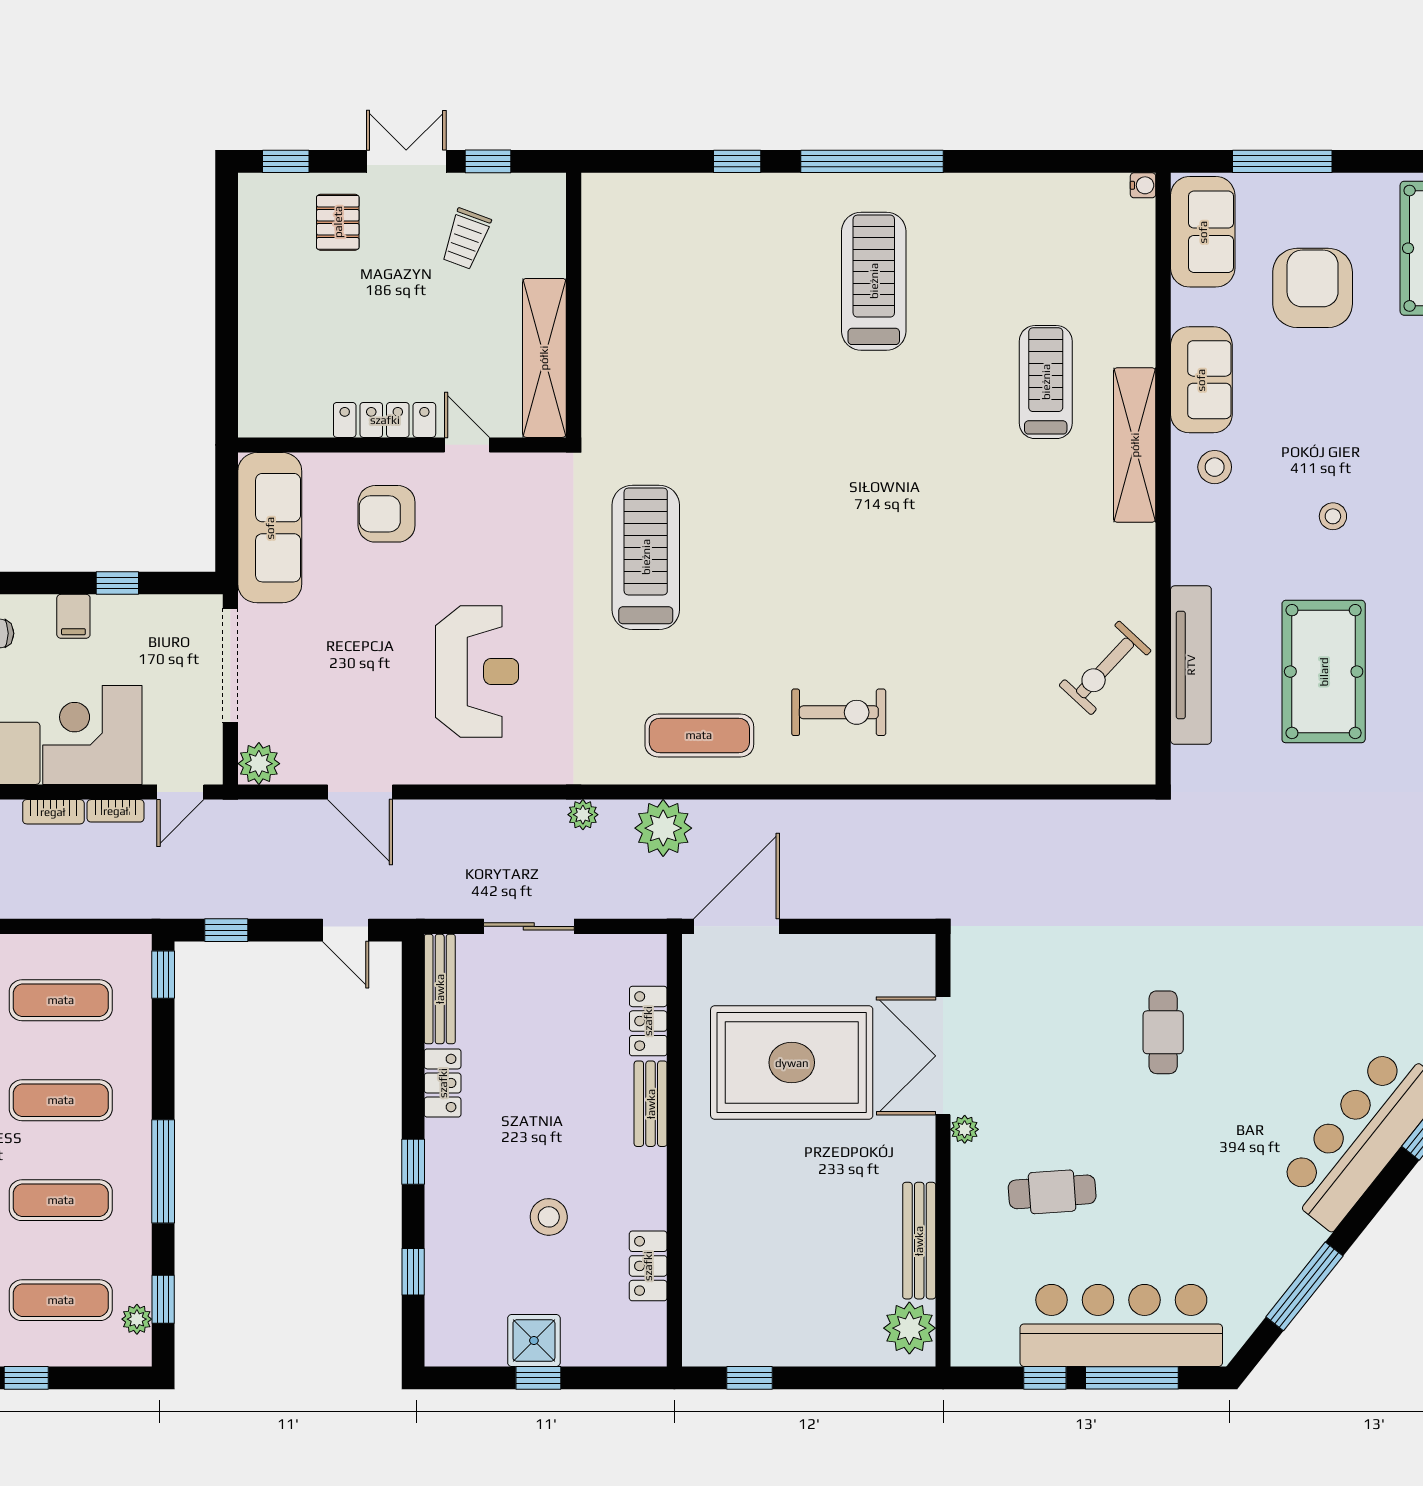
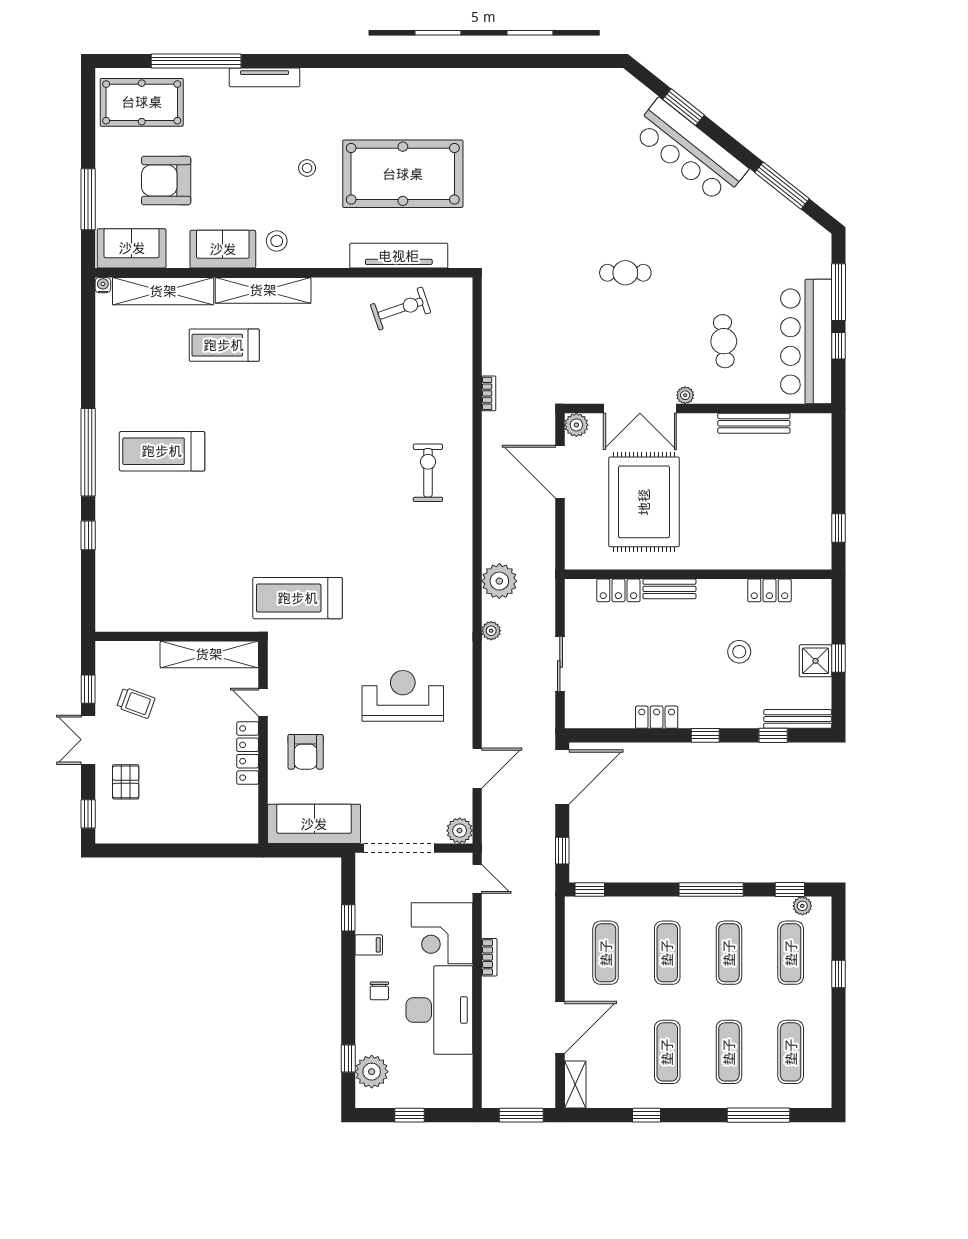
pallet: (338, 222) -> (126, 782), turned 90
shelving: (1133, 283) -> (163, 291), added
door: (467, 445) -> (263, 702), hinge flipped
treadmill: (646, 557) -> (298, 598), moved
exercise bike: (1105, 668) -> (401, 309), turned -62
pool table: (1324, 672) -> (403, 174), width x1.36, depth x1.32
exercise mat: (699, 735) -> (442, 559), removed
bookcase: (116, 811) -> (489, 393), moved
door: (737, 926) -> (560, 472), moved
door: (346, 930) -> (562, 777), width x1.88
bench: (440, 989) -> (798, 719), moved
bar counter: (1121, 1325) -> (806, 342), moved
plant: (909, 1328) -> (576, 425), moved, width x0.73, depth x0.73

